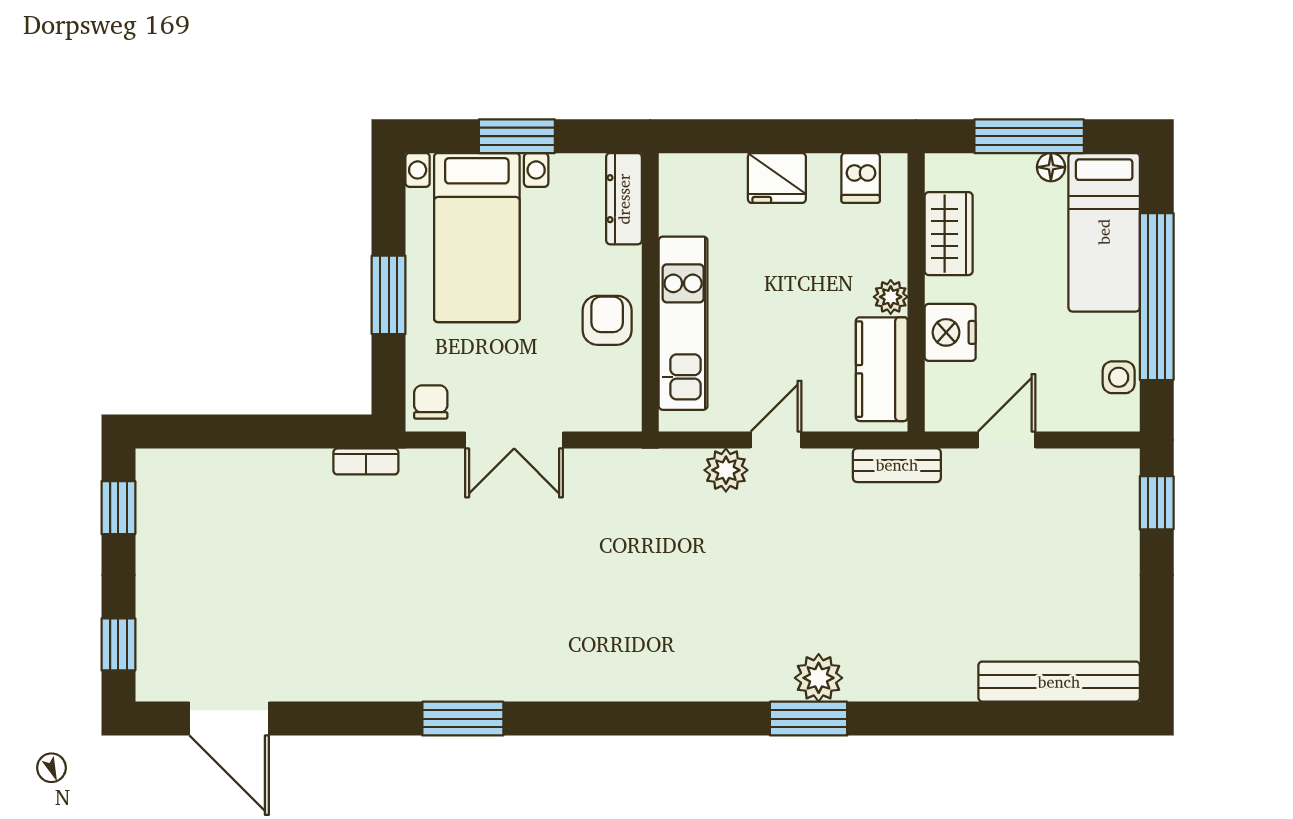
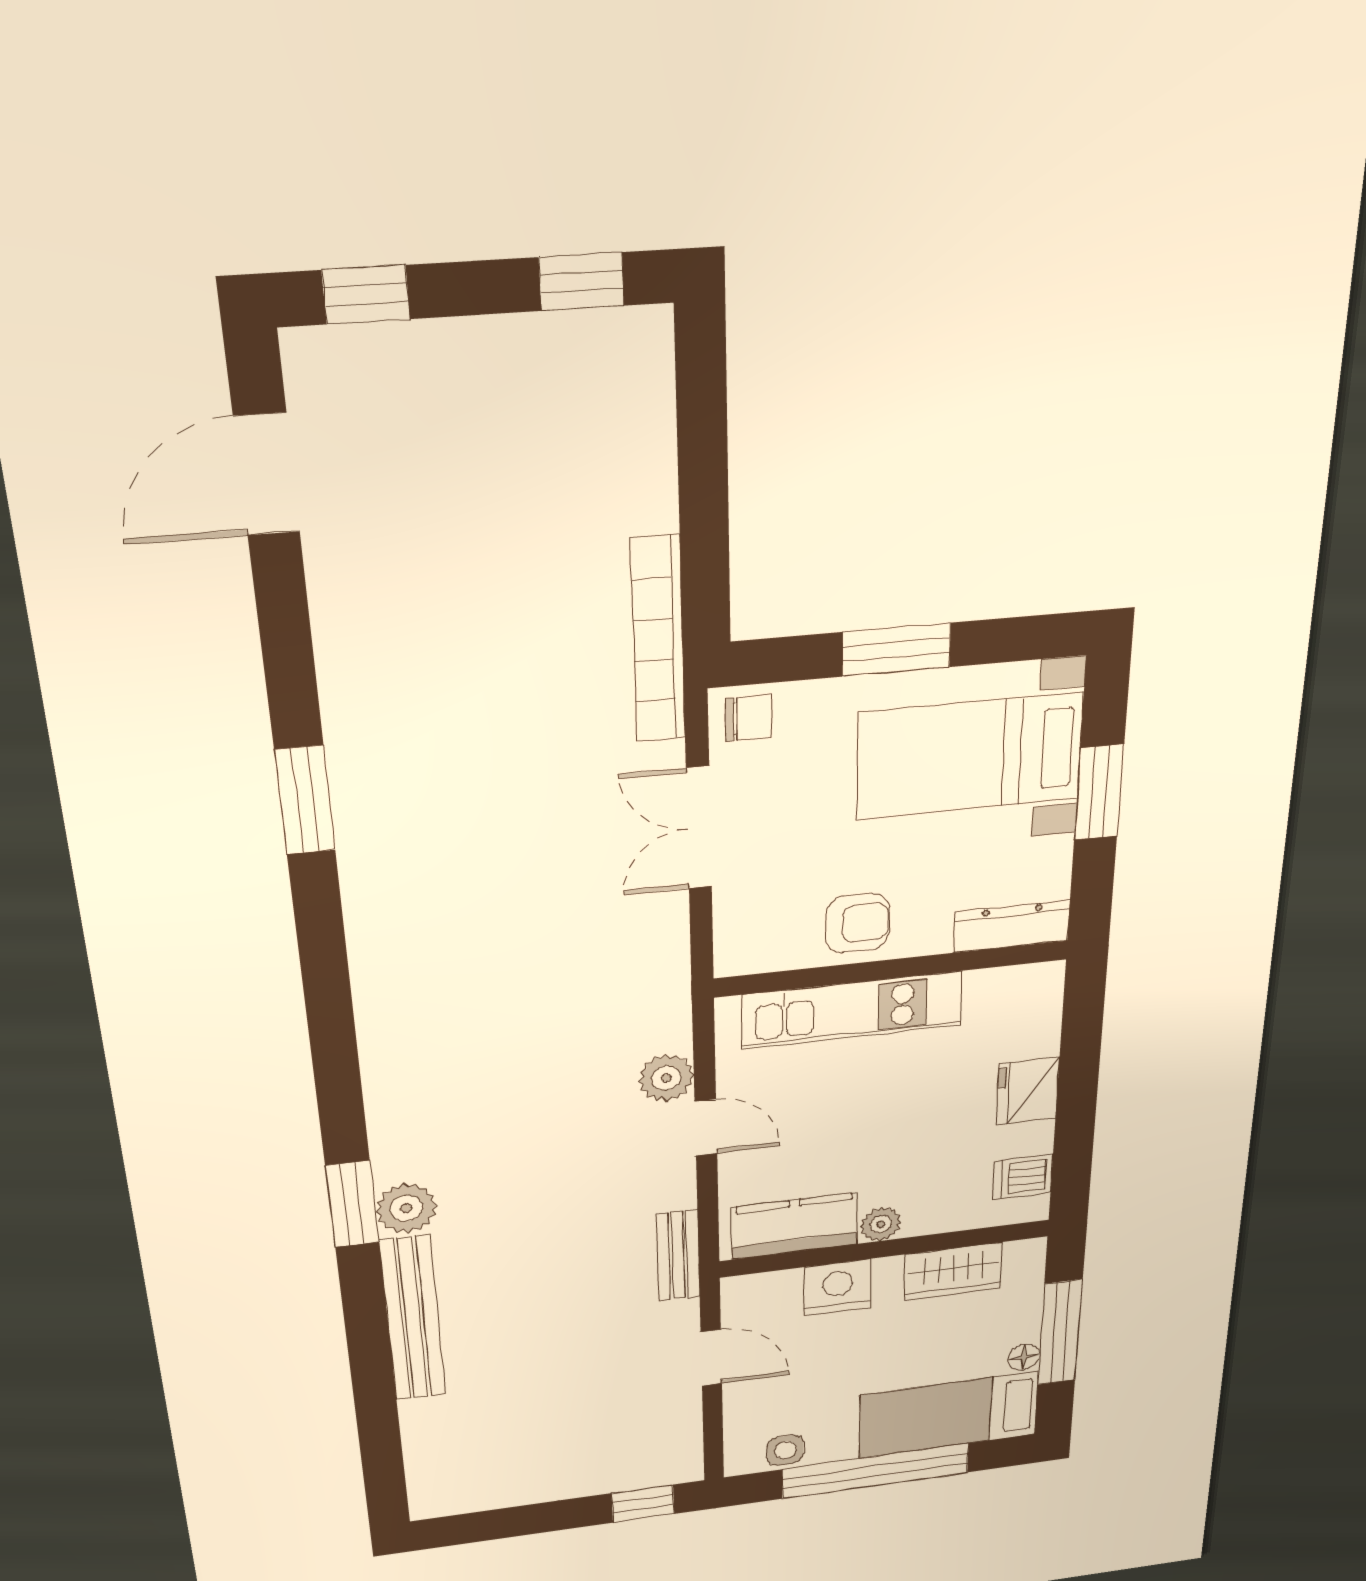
bookcase: (366, 461) -> (658, 640), width x2.31, depth x1.31
bench: (1059, 682) -> (413, 1319), moved

